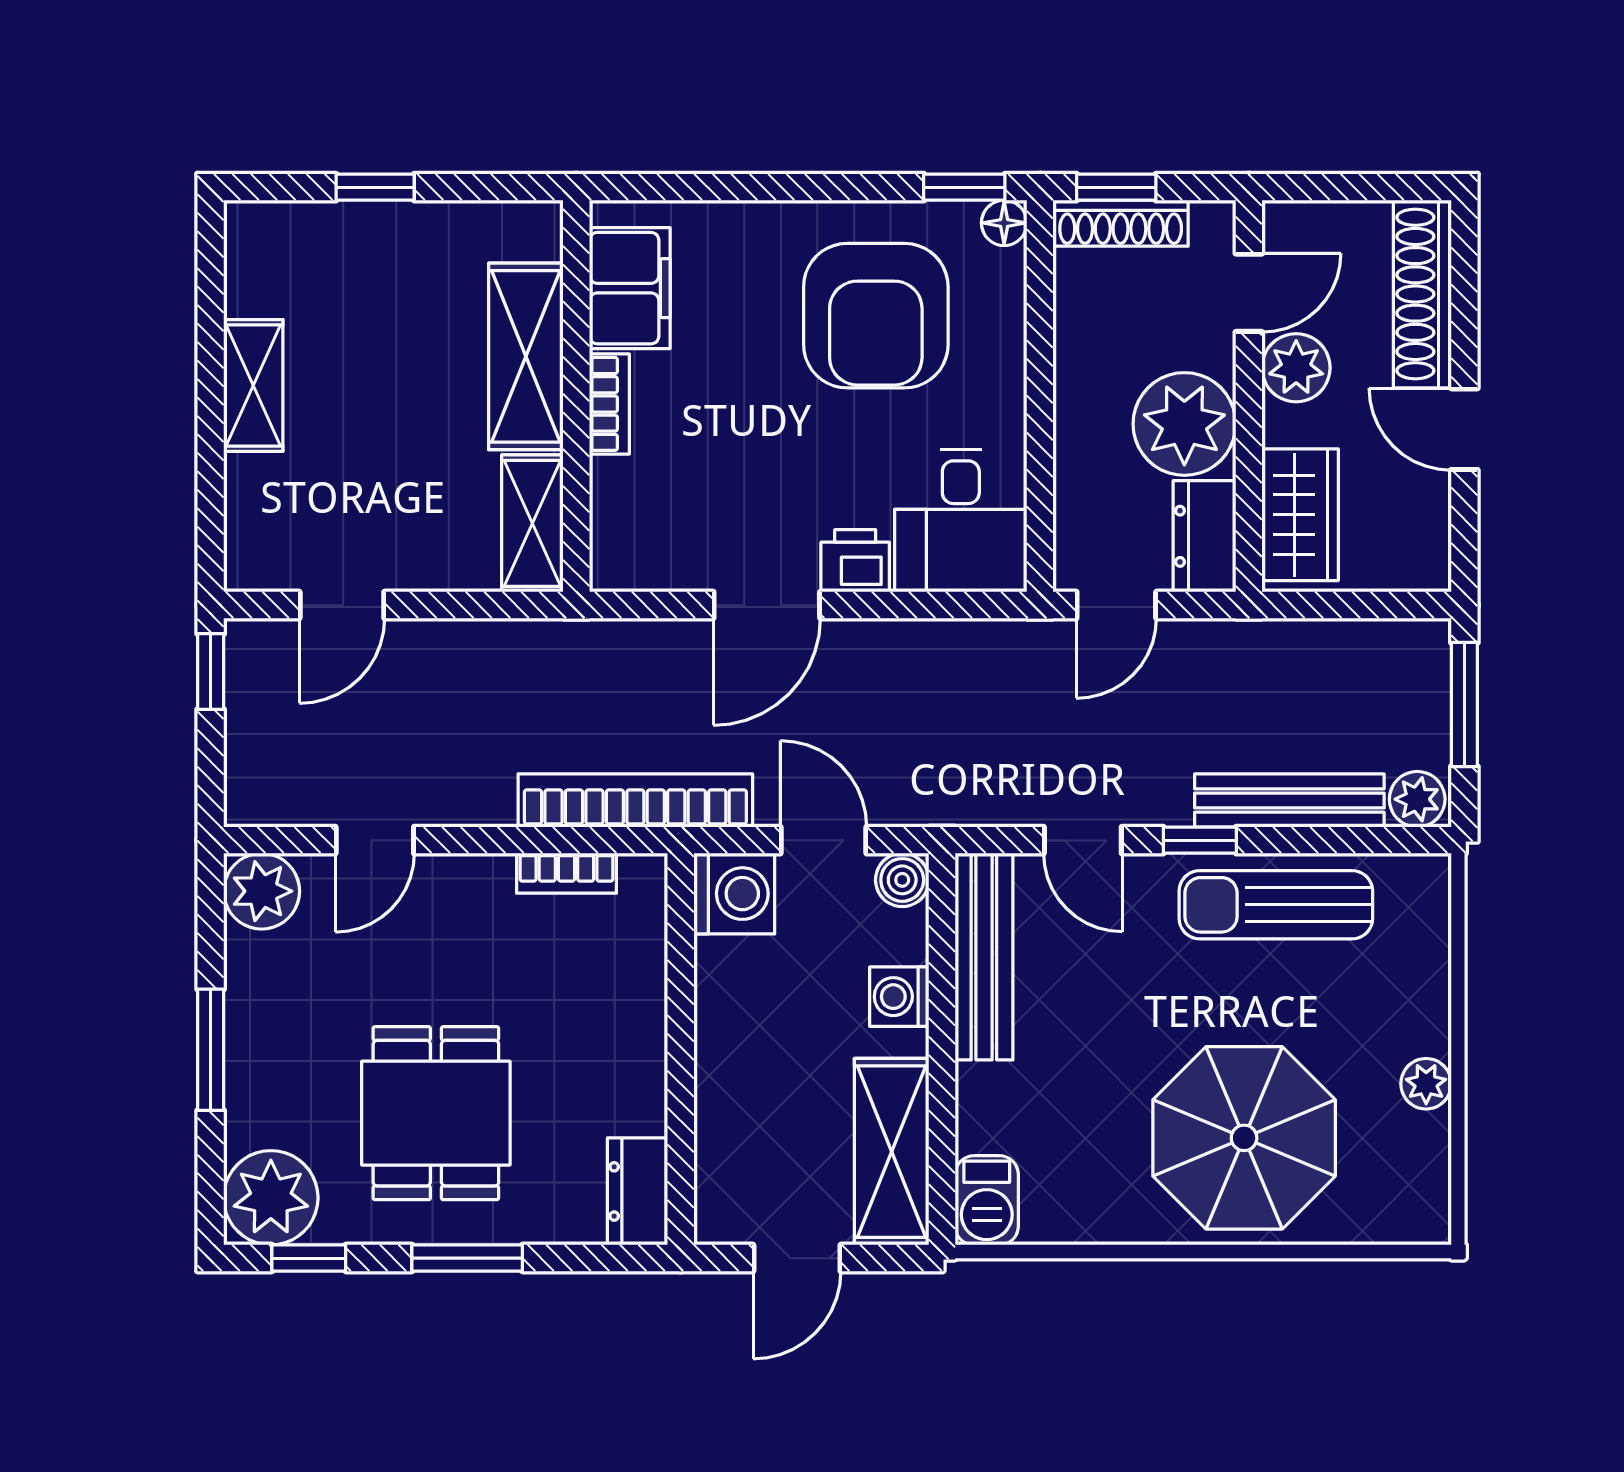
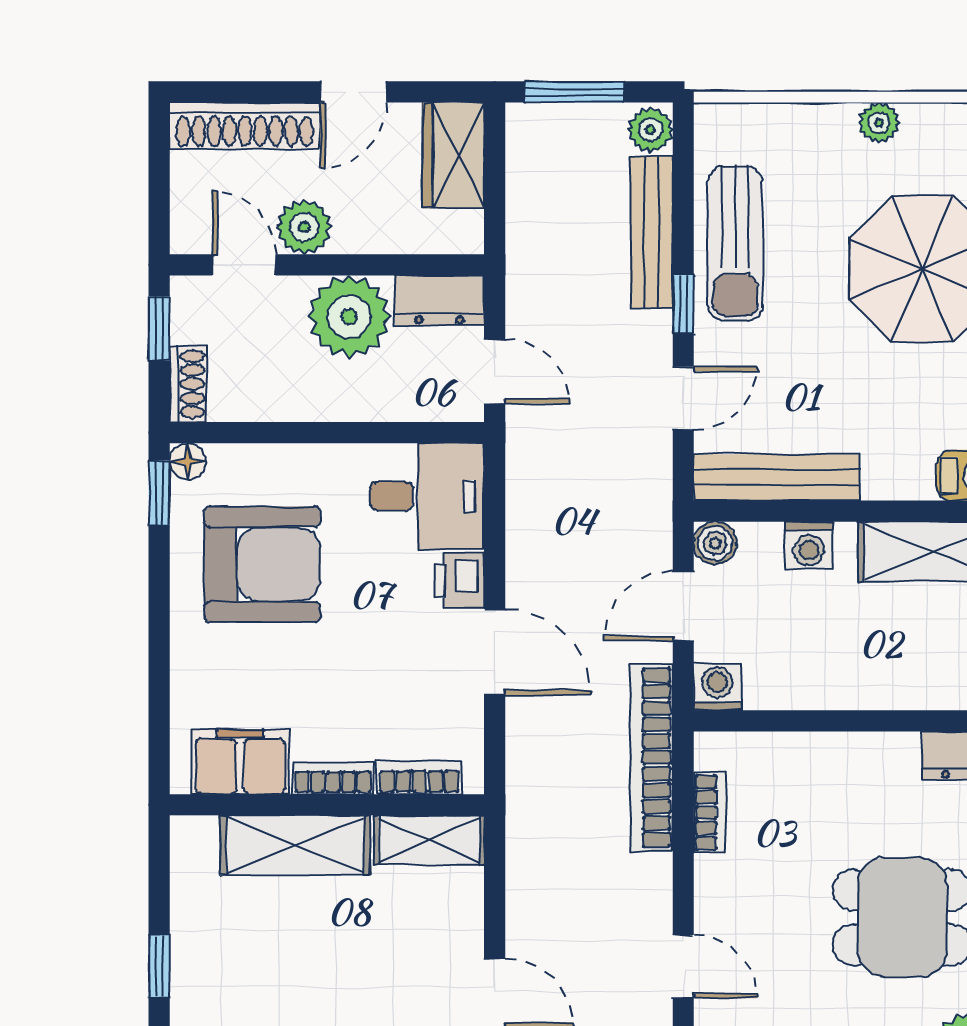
window: (1116, 187) -> (159, 328), moved
shoe rack: (1121, 223) -> (188, 384), width x0.70
bookcase: (610, 511) -> (419, 778), added
wardrobe: (1300, 515) -> (453, 155), moved, turned -90
washing machine: (734, 894) -> (717, 687), width x0.73, depth x0.73

